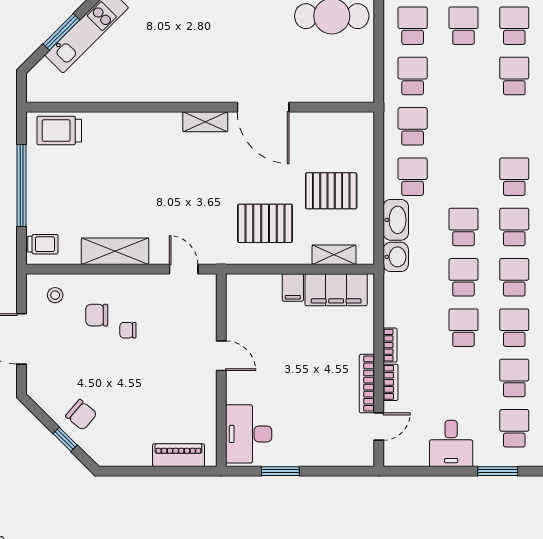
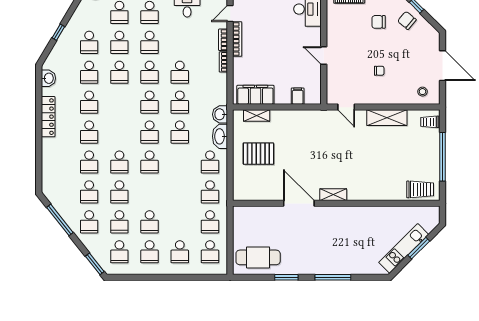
pallet: (265, 223) -> (298, 134), removed
filing cabinet: (293, 288) -> (298, 96), moved
chair: (97, 315) -> (379, 22), moved, turned 180

